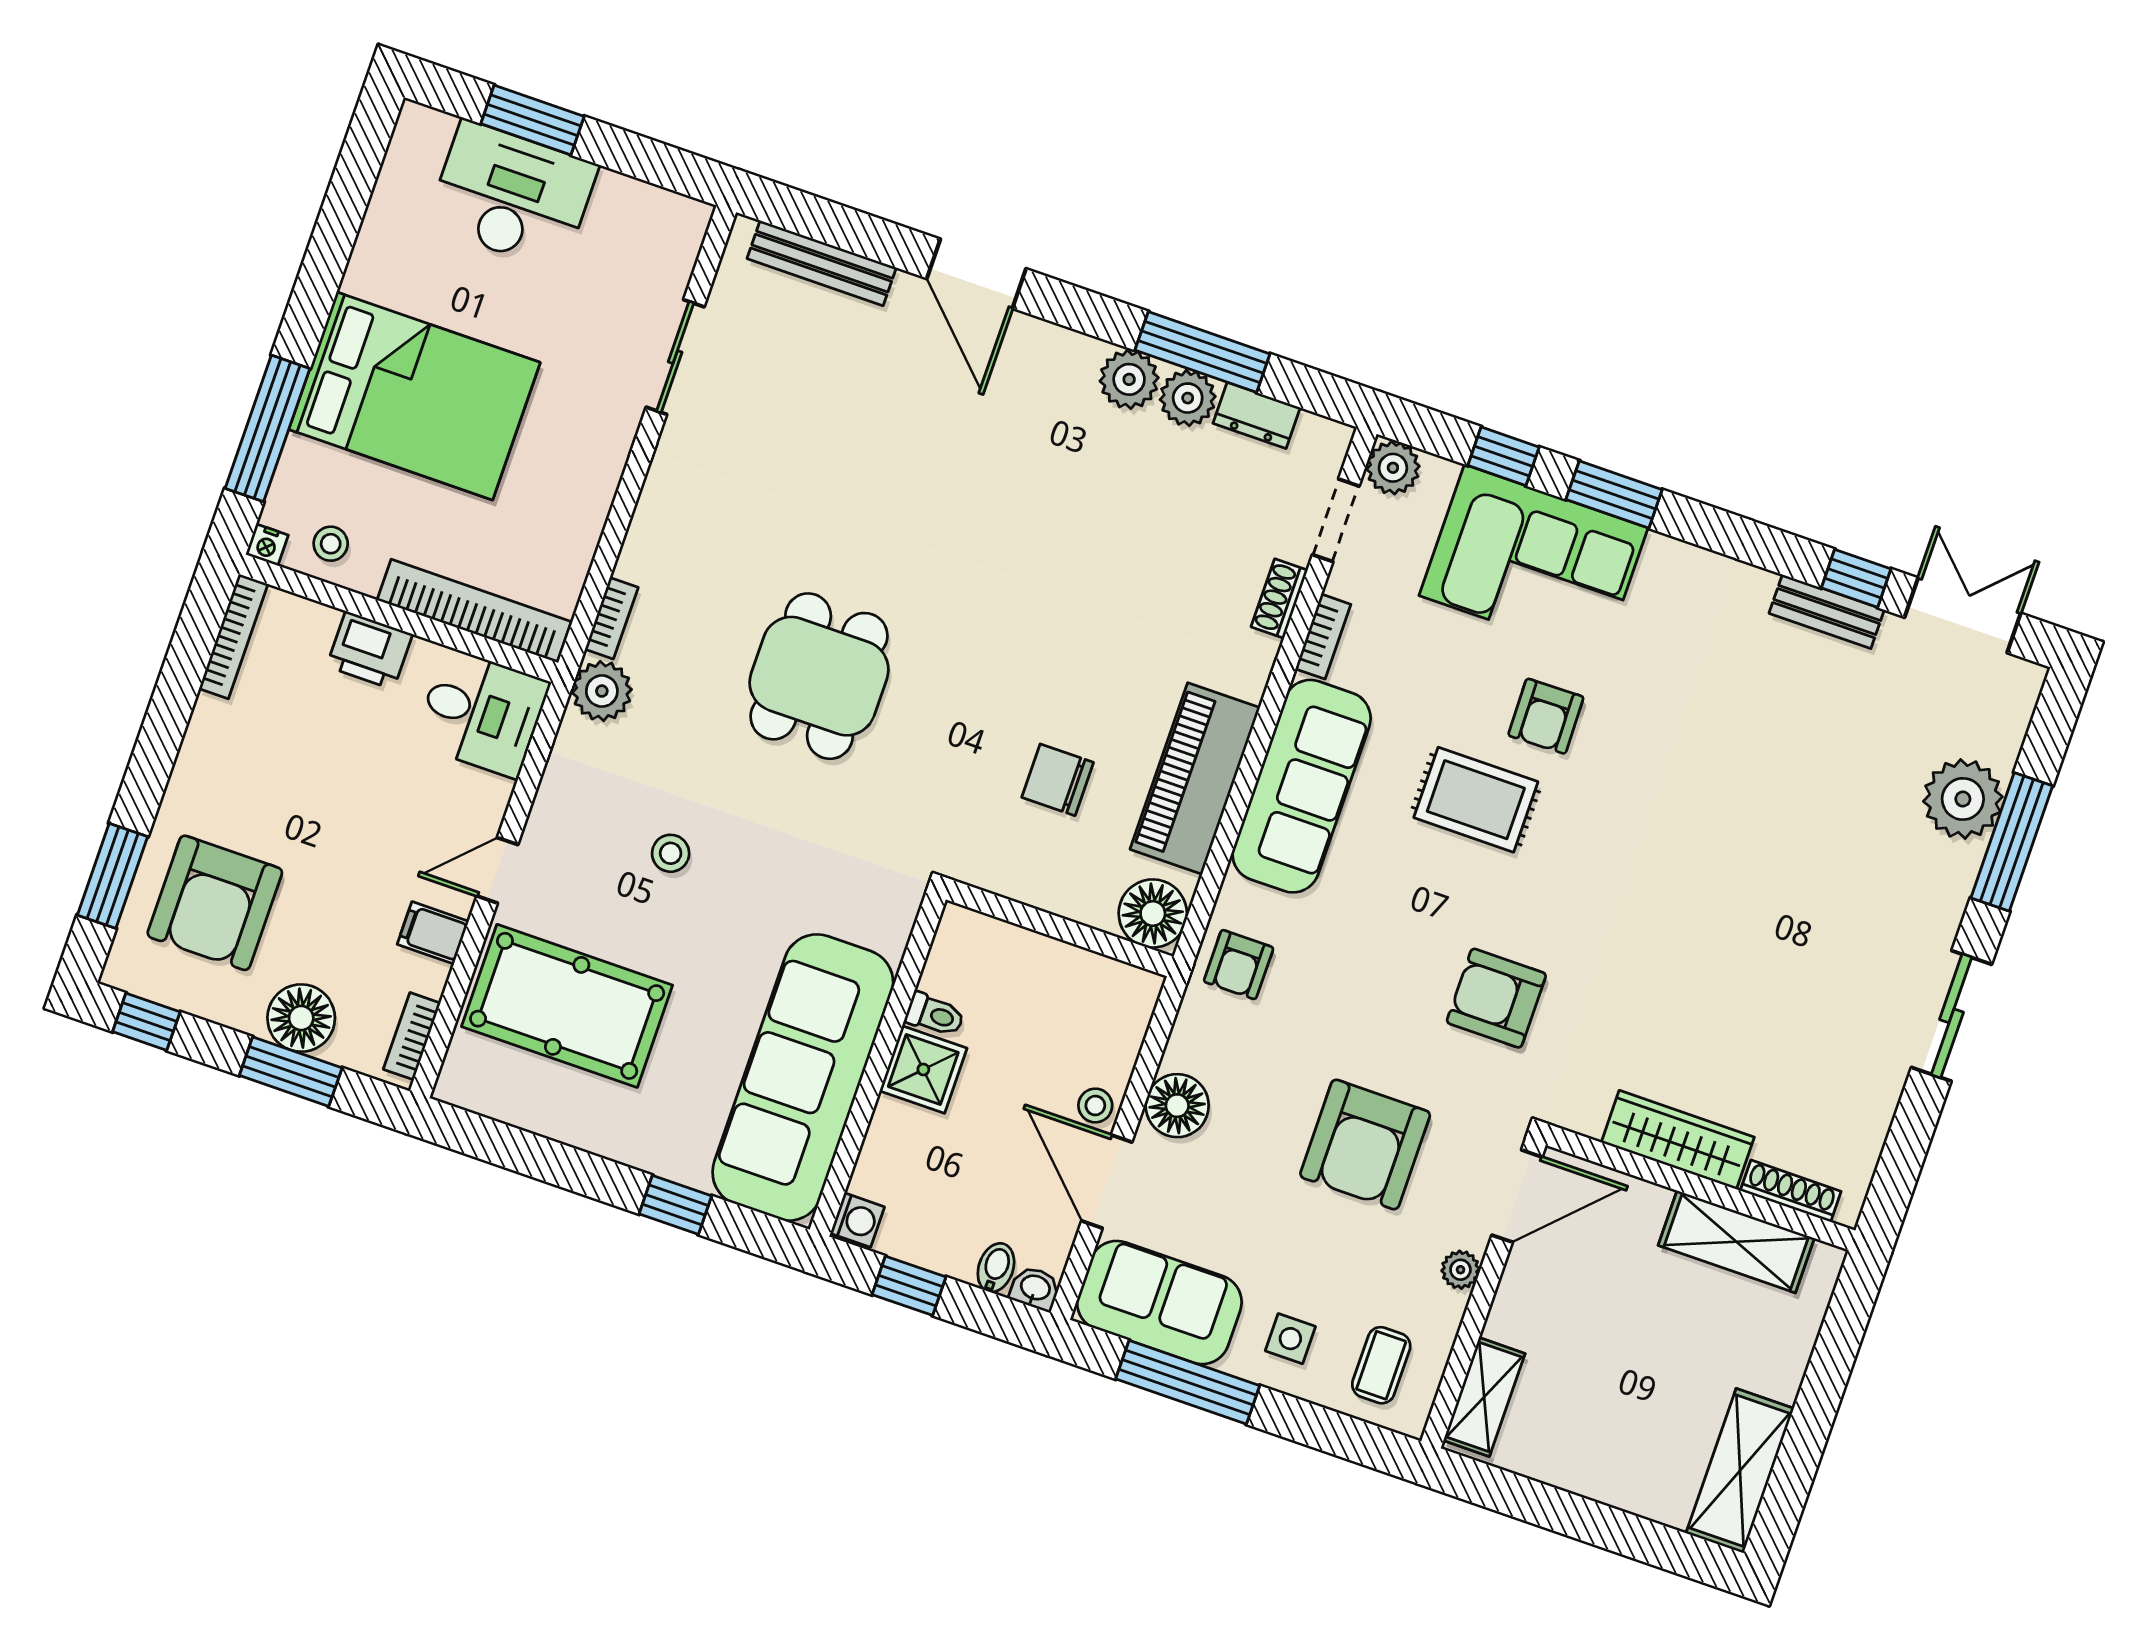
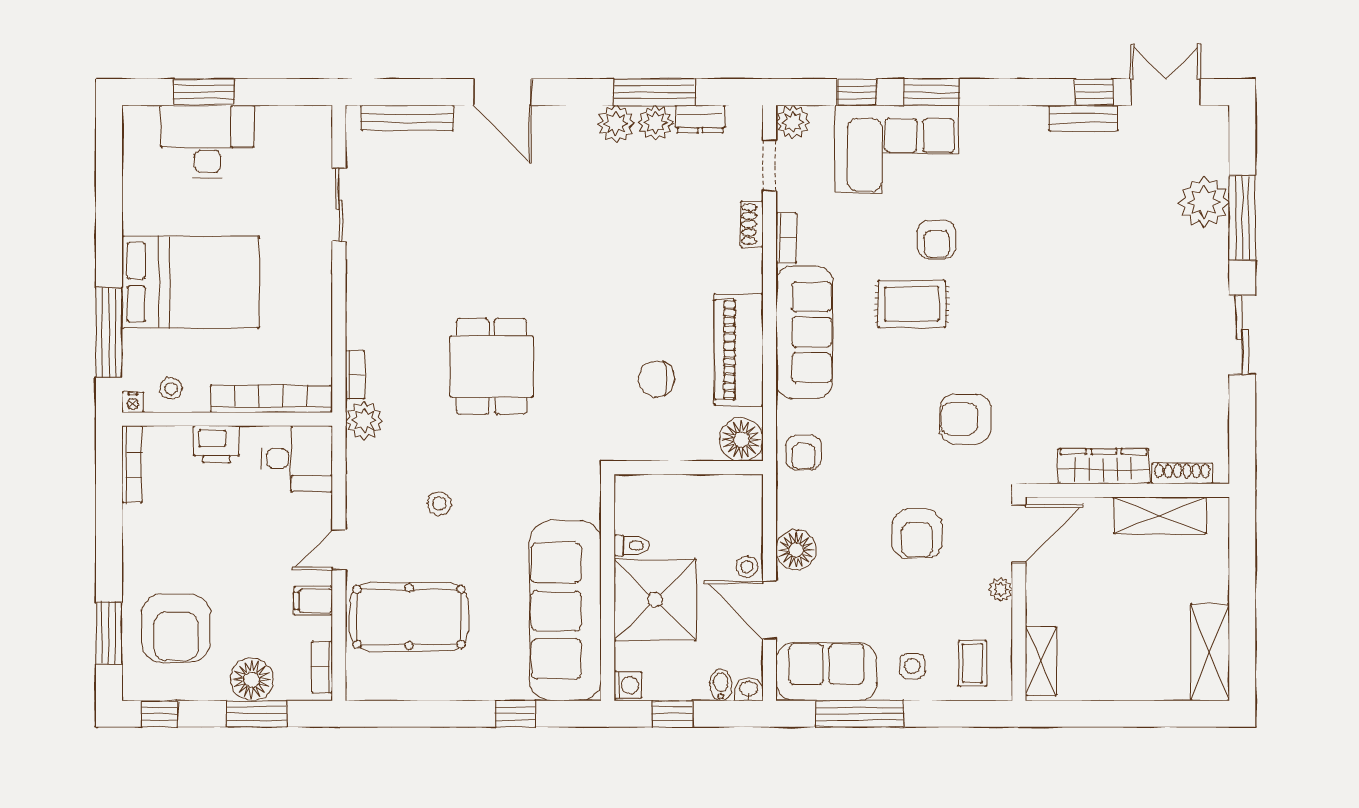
shower: (923, 1069) -> (655, 600), width x1.86, depth x1.86
armchair: (1365, 1145) -> (917, 534), width x0.73, depth x0.73

